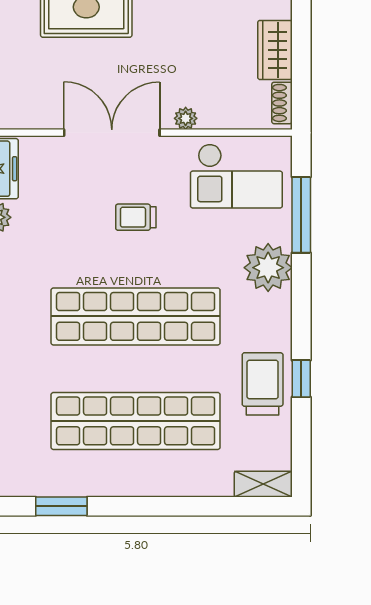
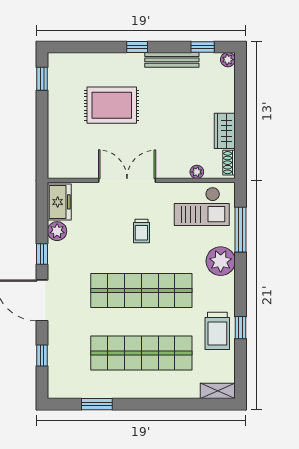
plant: (186, 118) -> (197, 172), moved
trolley: (136, 217) -> (141, 231), turned -90
trolley: (263, 384) -> (217, 331), turned 180

